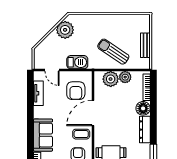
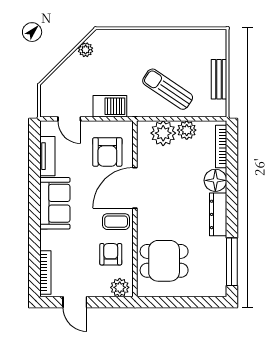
plant: (65, 30) -> (86, 50), width x0.53, depth x0.53
sofa: (43, 135) -> (55, 203), moved

